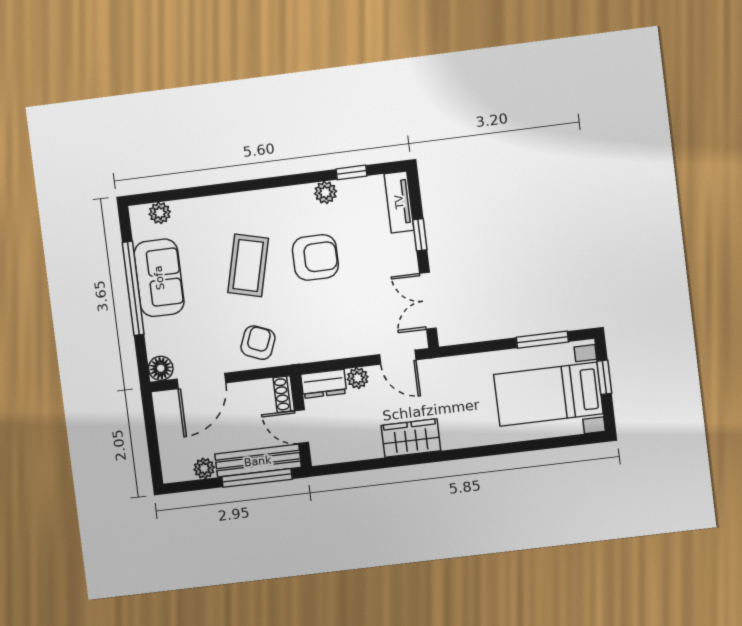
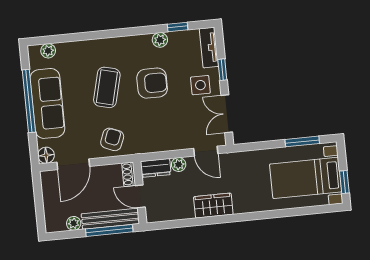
side table: (388, 259) -> (200, 85), added
sofa: (159, 278) -> (47, 103), width x1.36
window: (604, 377) -> (344, 182), moved

